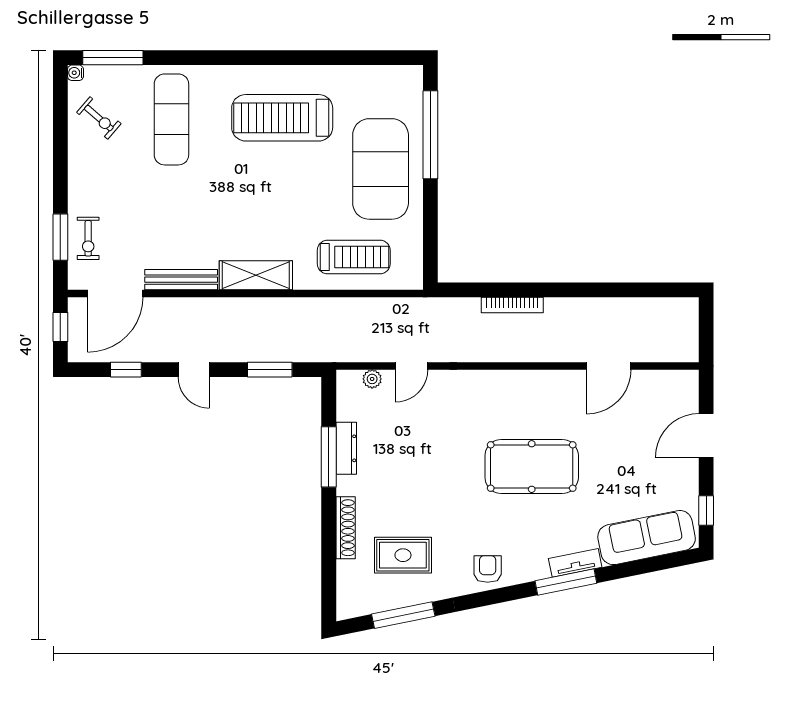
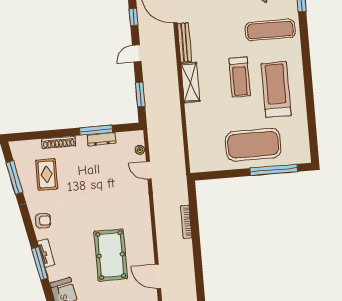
treadmill: (354, 257) -> (240, 77), moved
pool table: (532, 467) -> (111, 255), moved
tv unit: (575, 563) -> (46, 253), moved

